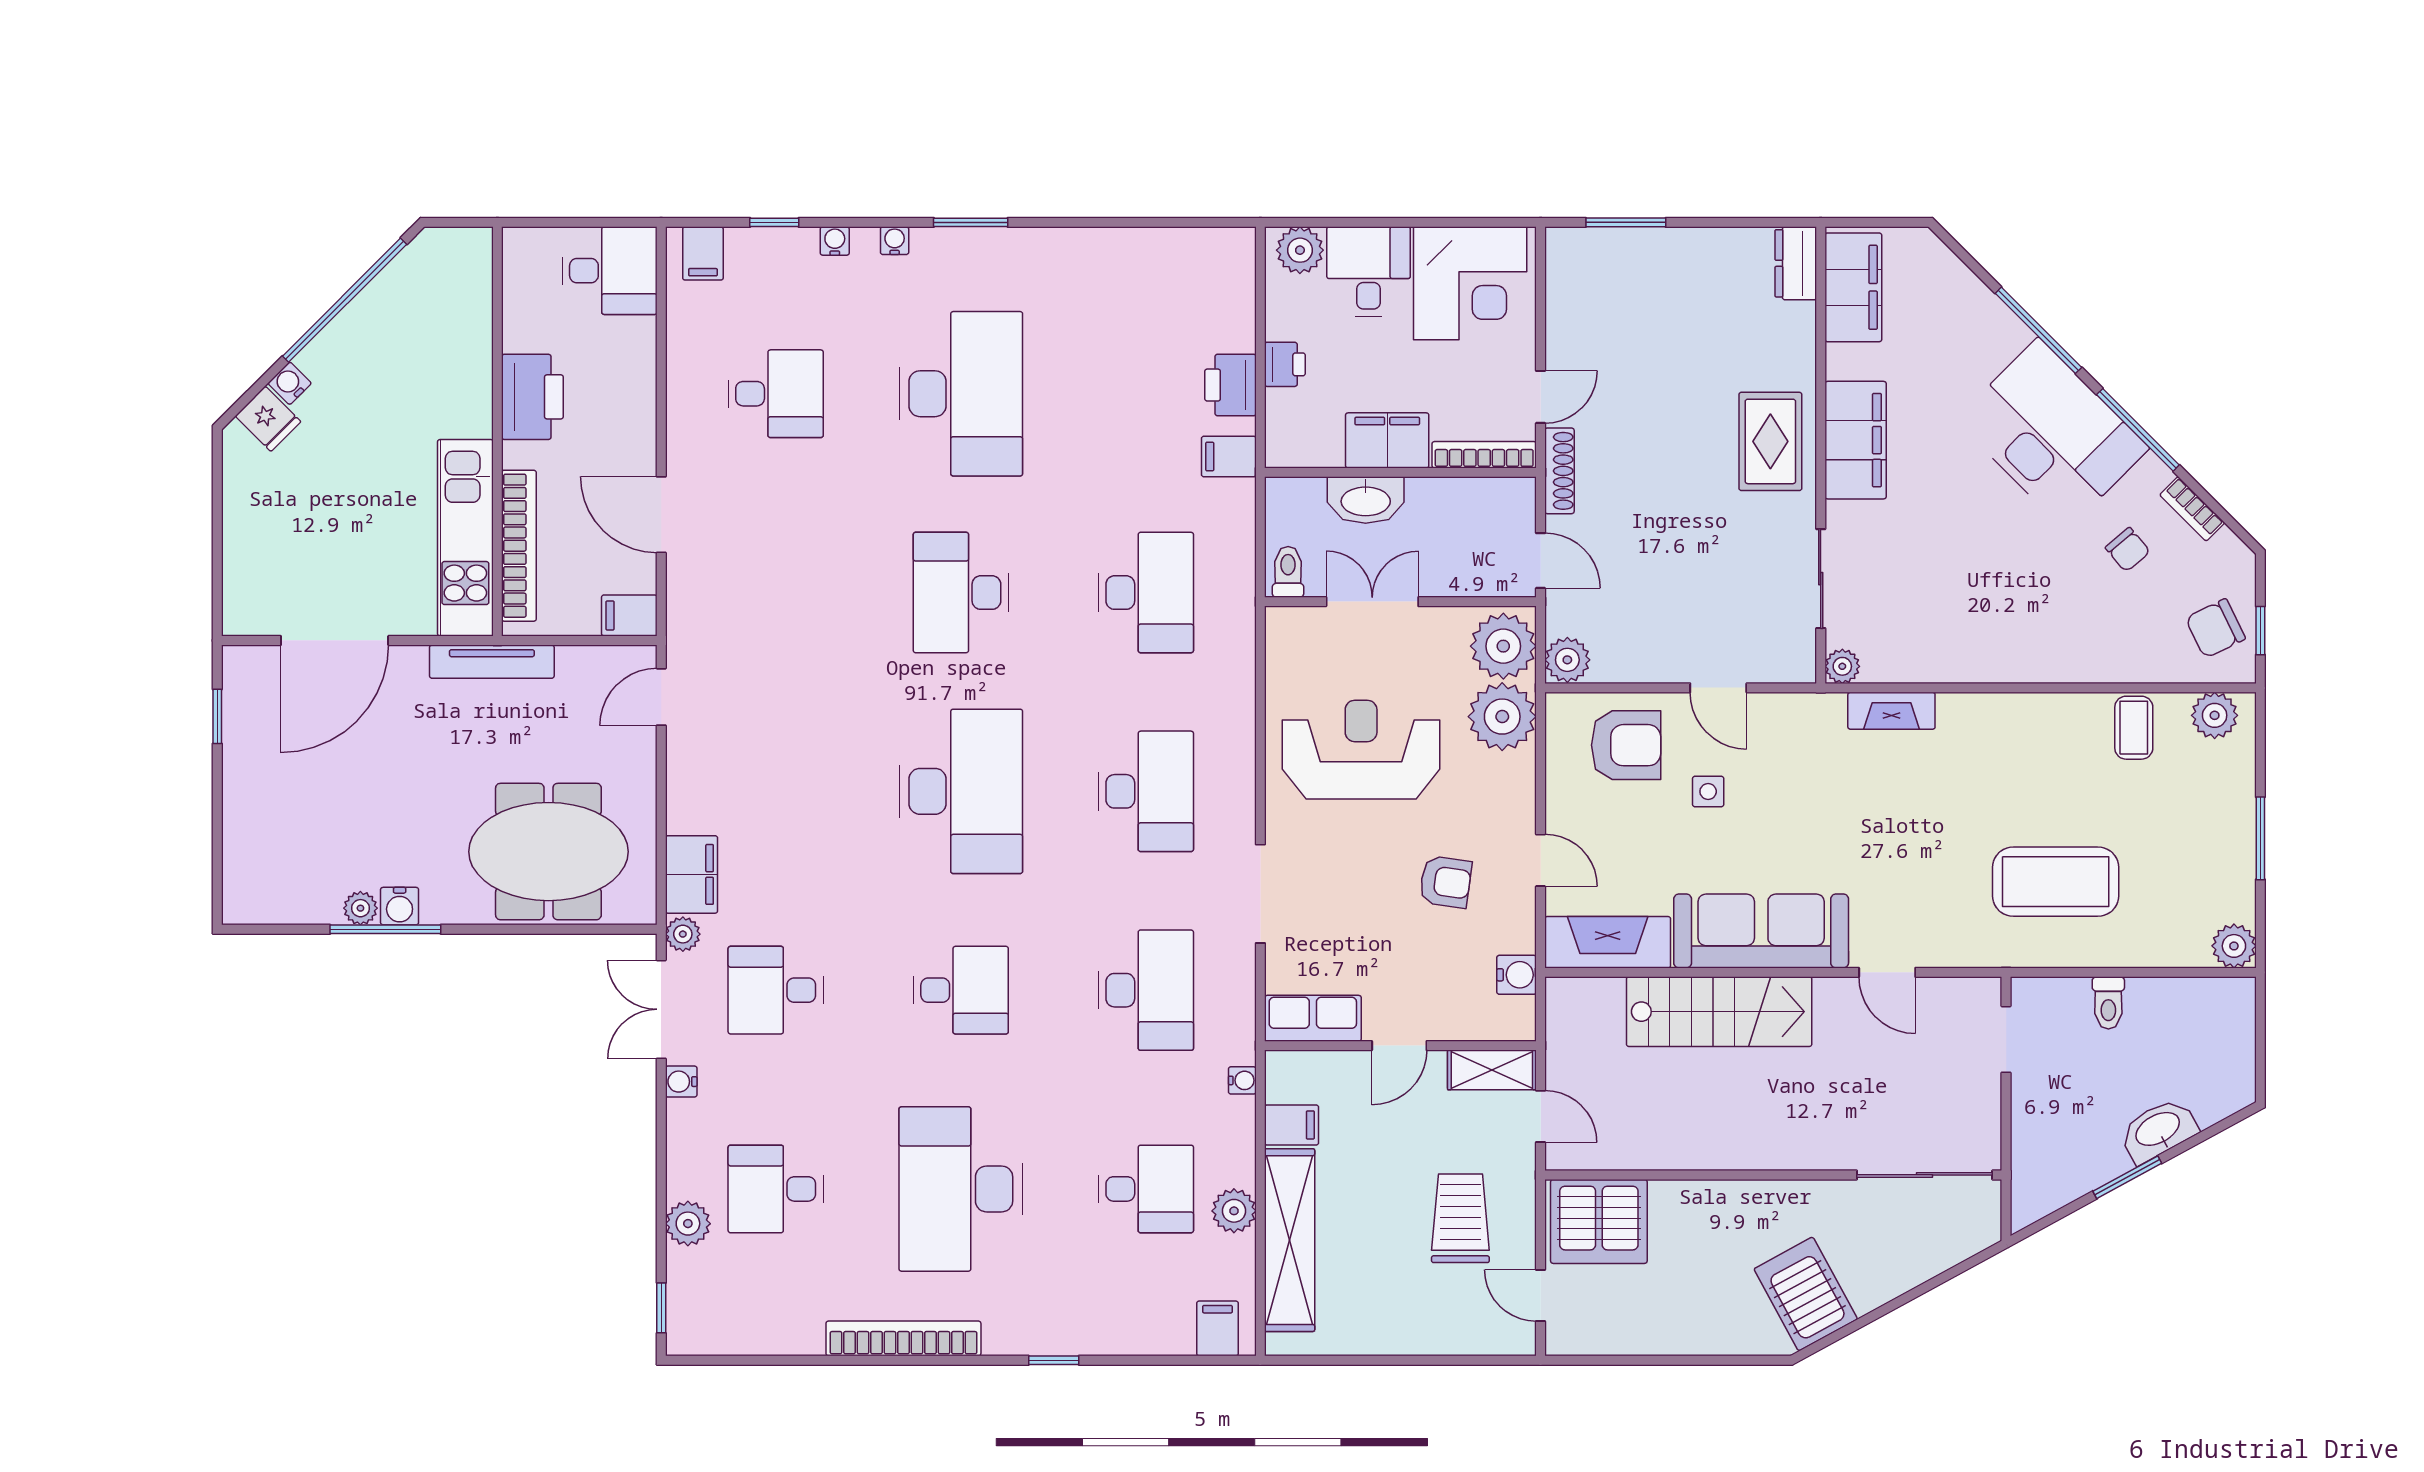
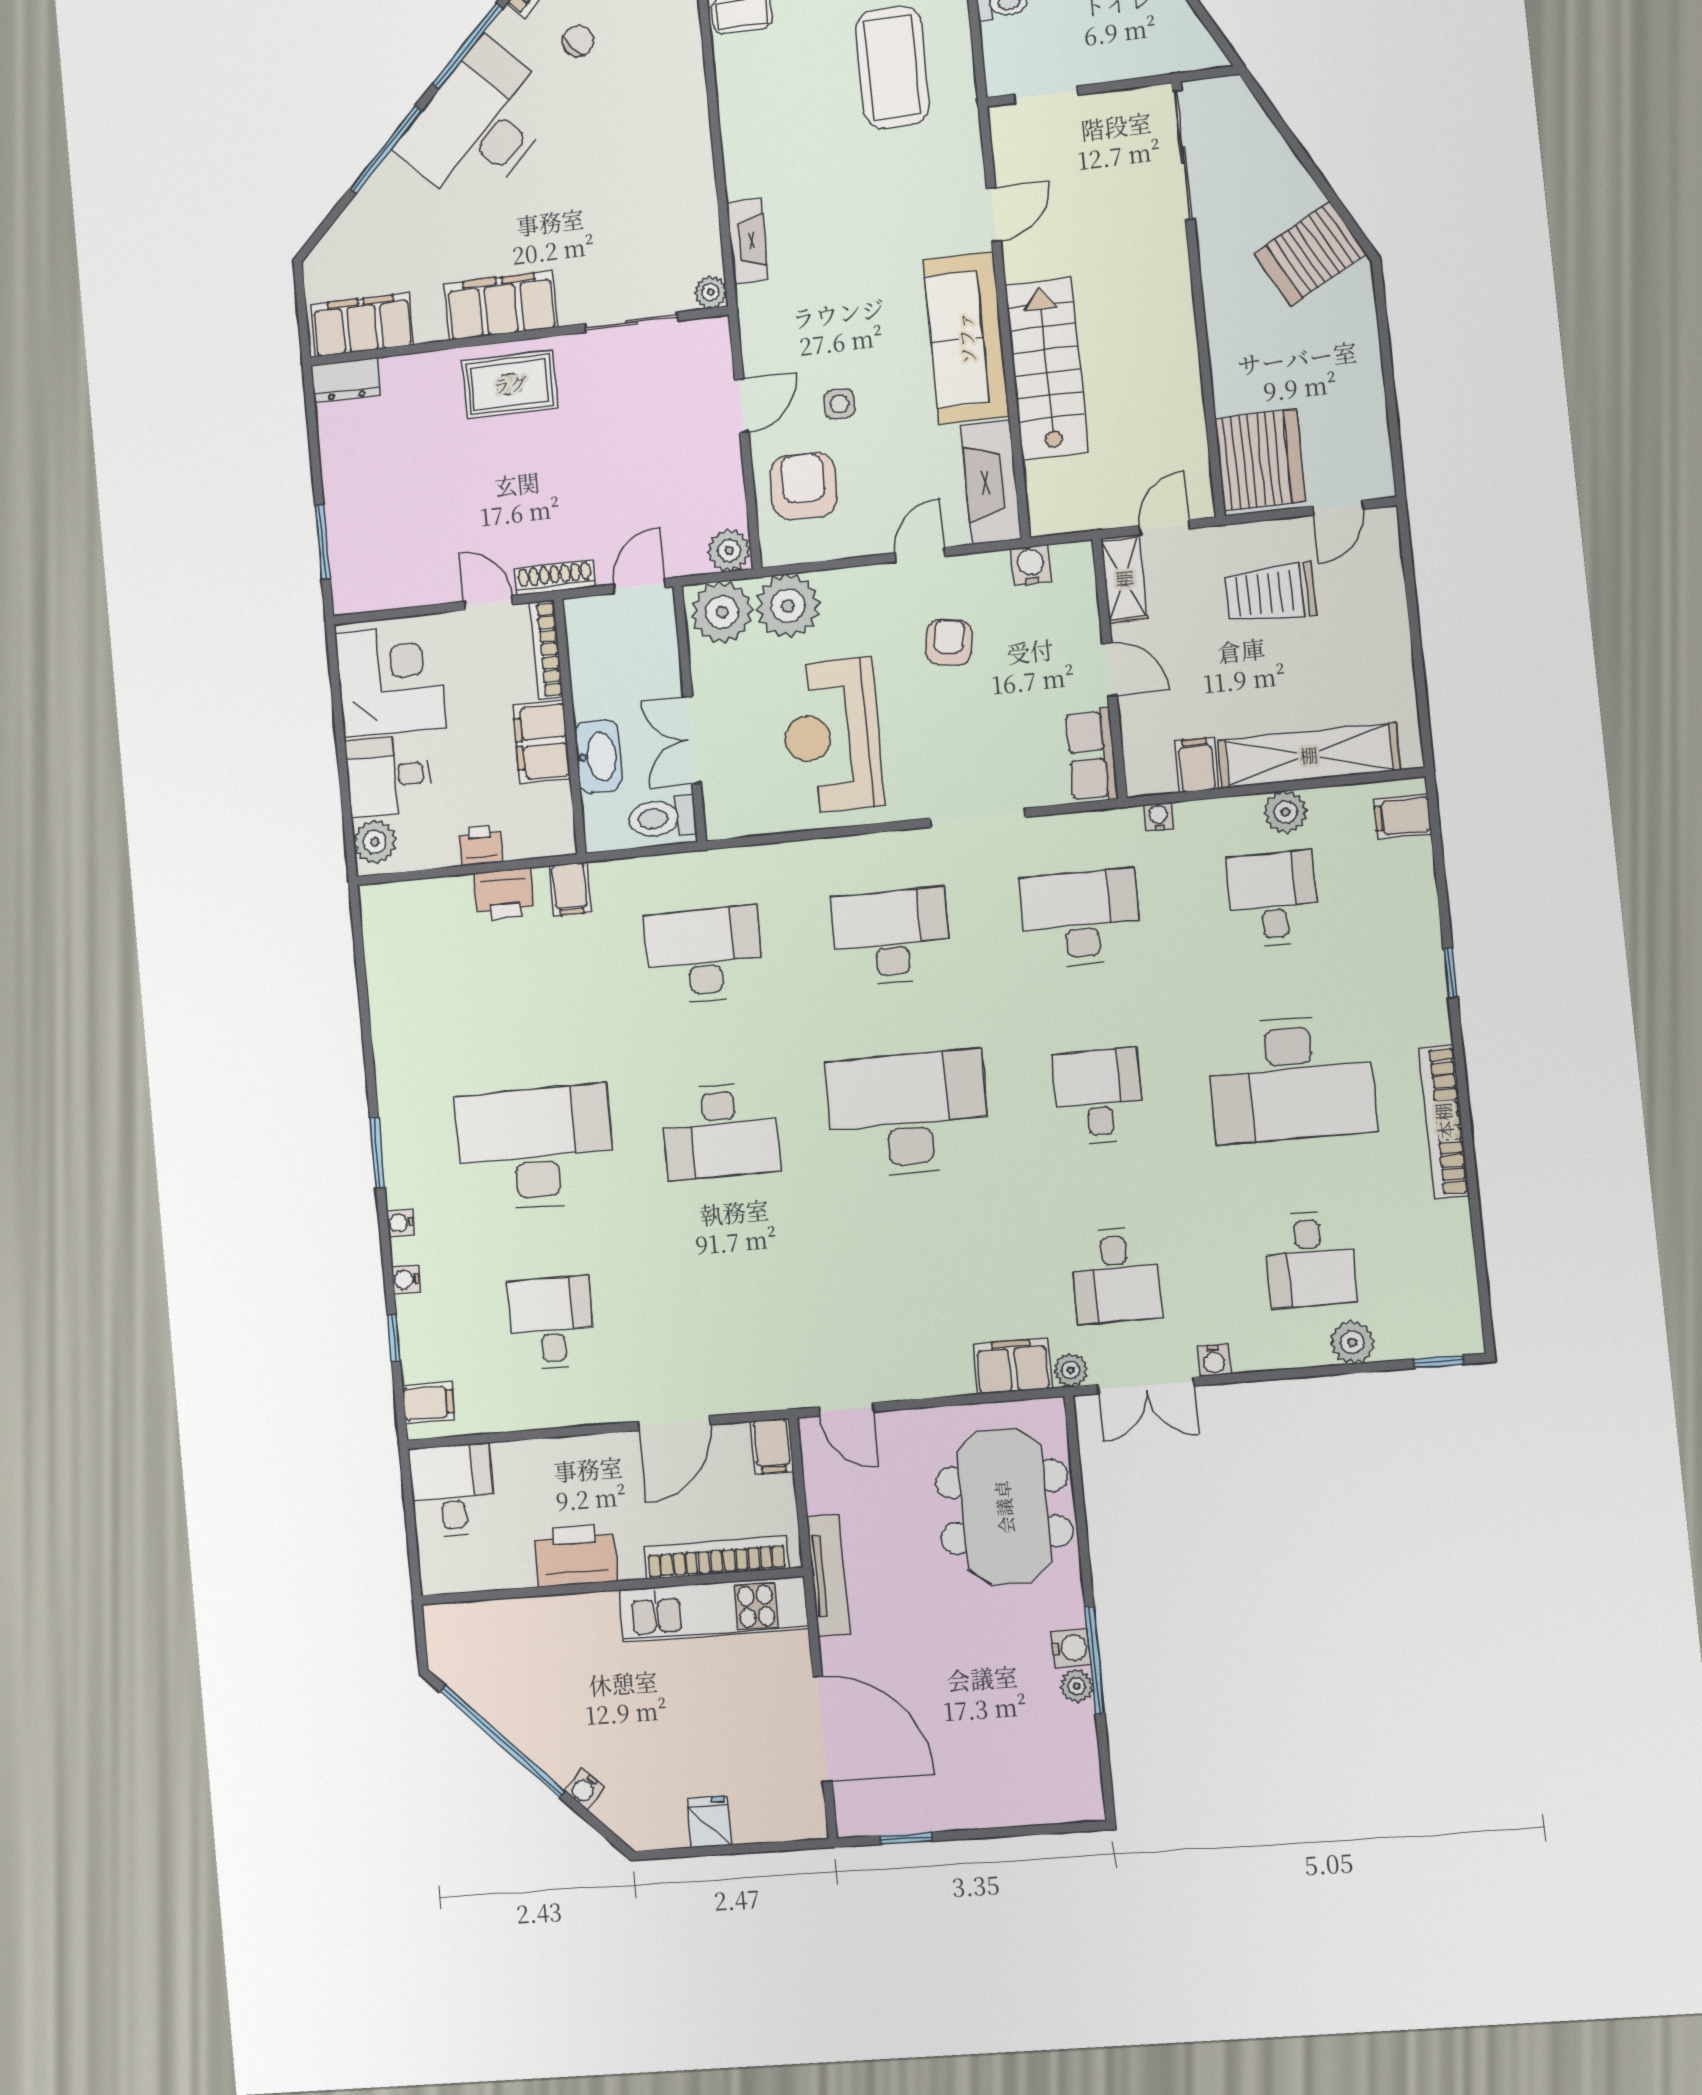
fridge: (268, 419) -> (709, 1822), moved, turned -45
toilet: (1288, 572) -> (662, 818), width x1.37, depth x1.39

